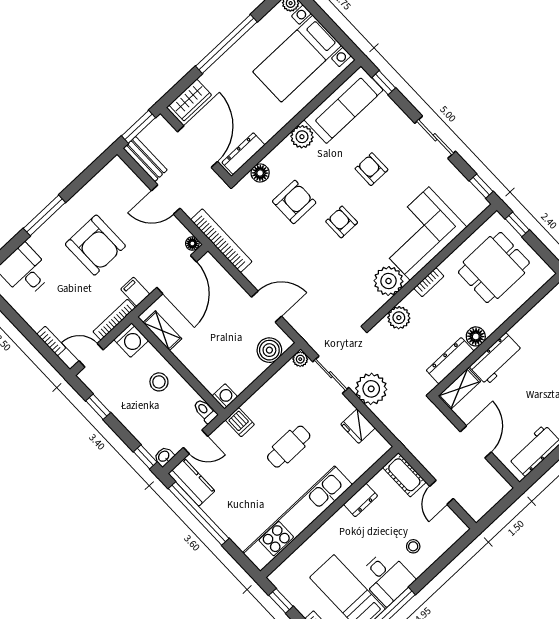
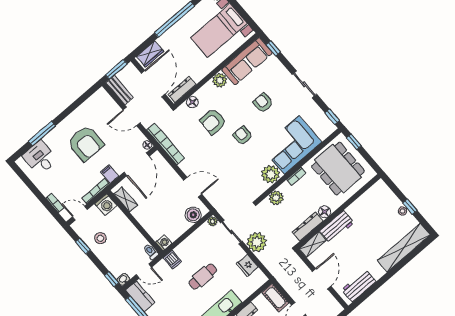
armchair: (294, 202) -> (213, 121), turned 180
window: (44, 215) -> (42, 134), moved
dining table: (494, 267) -> (338, 169), width x1.38
stool: (159, 382) -> (100, 238), moved

